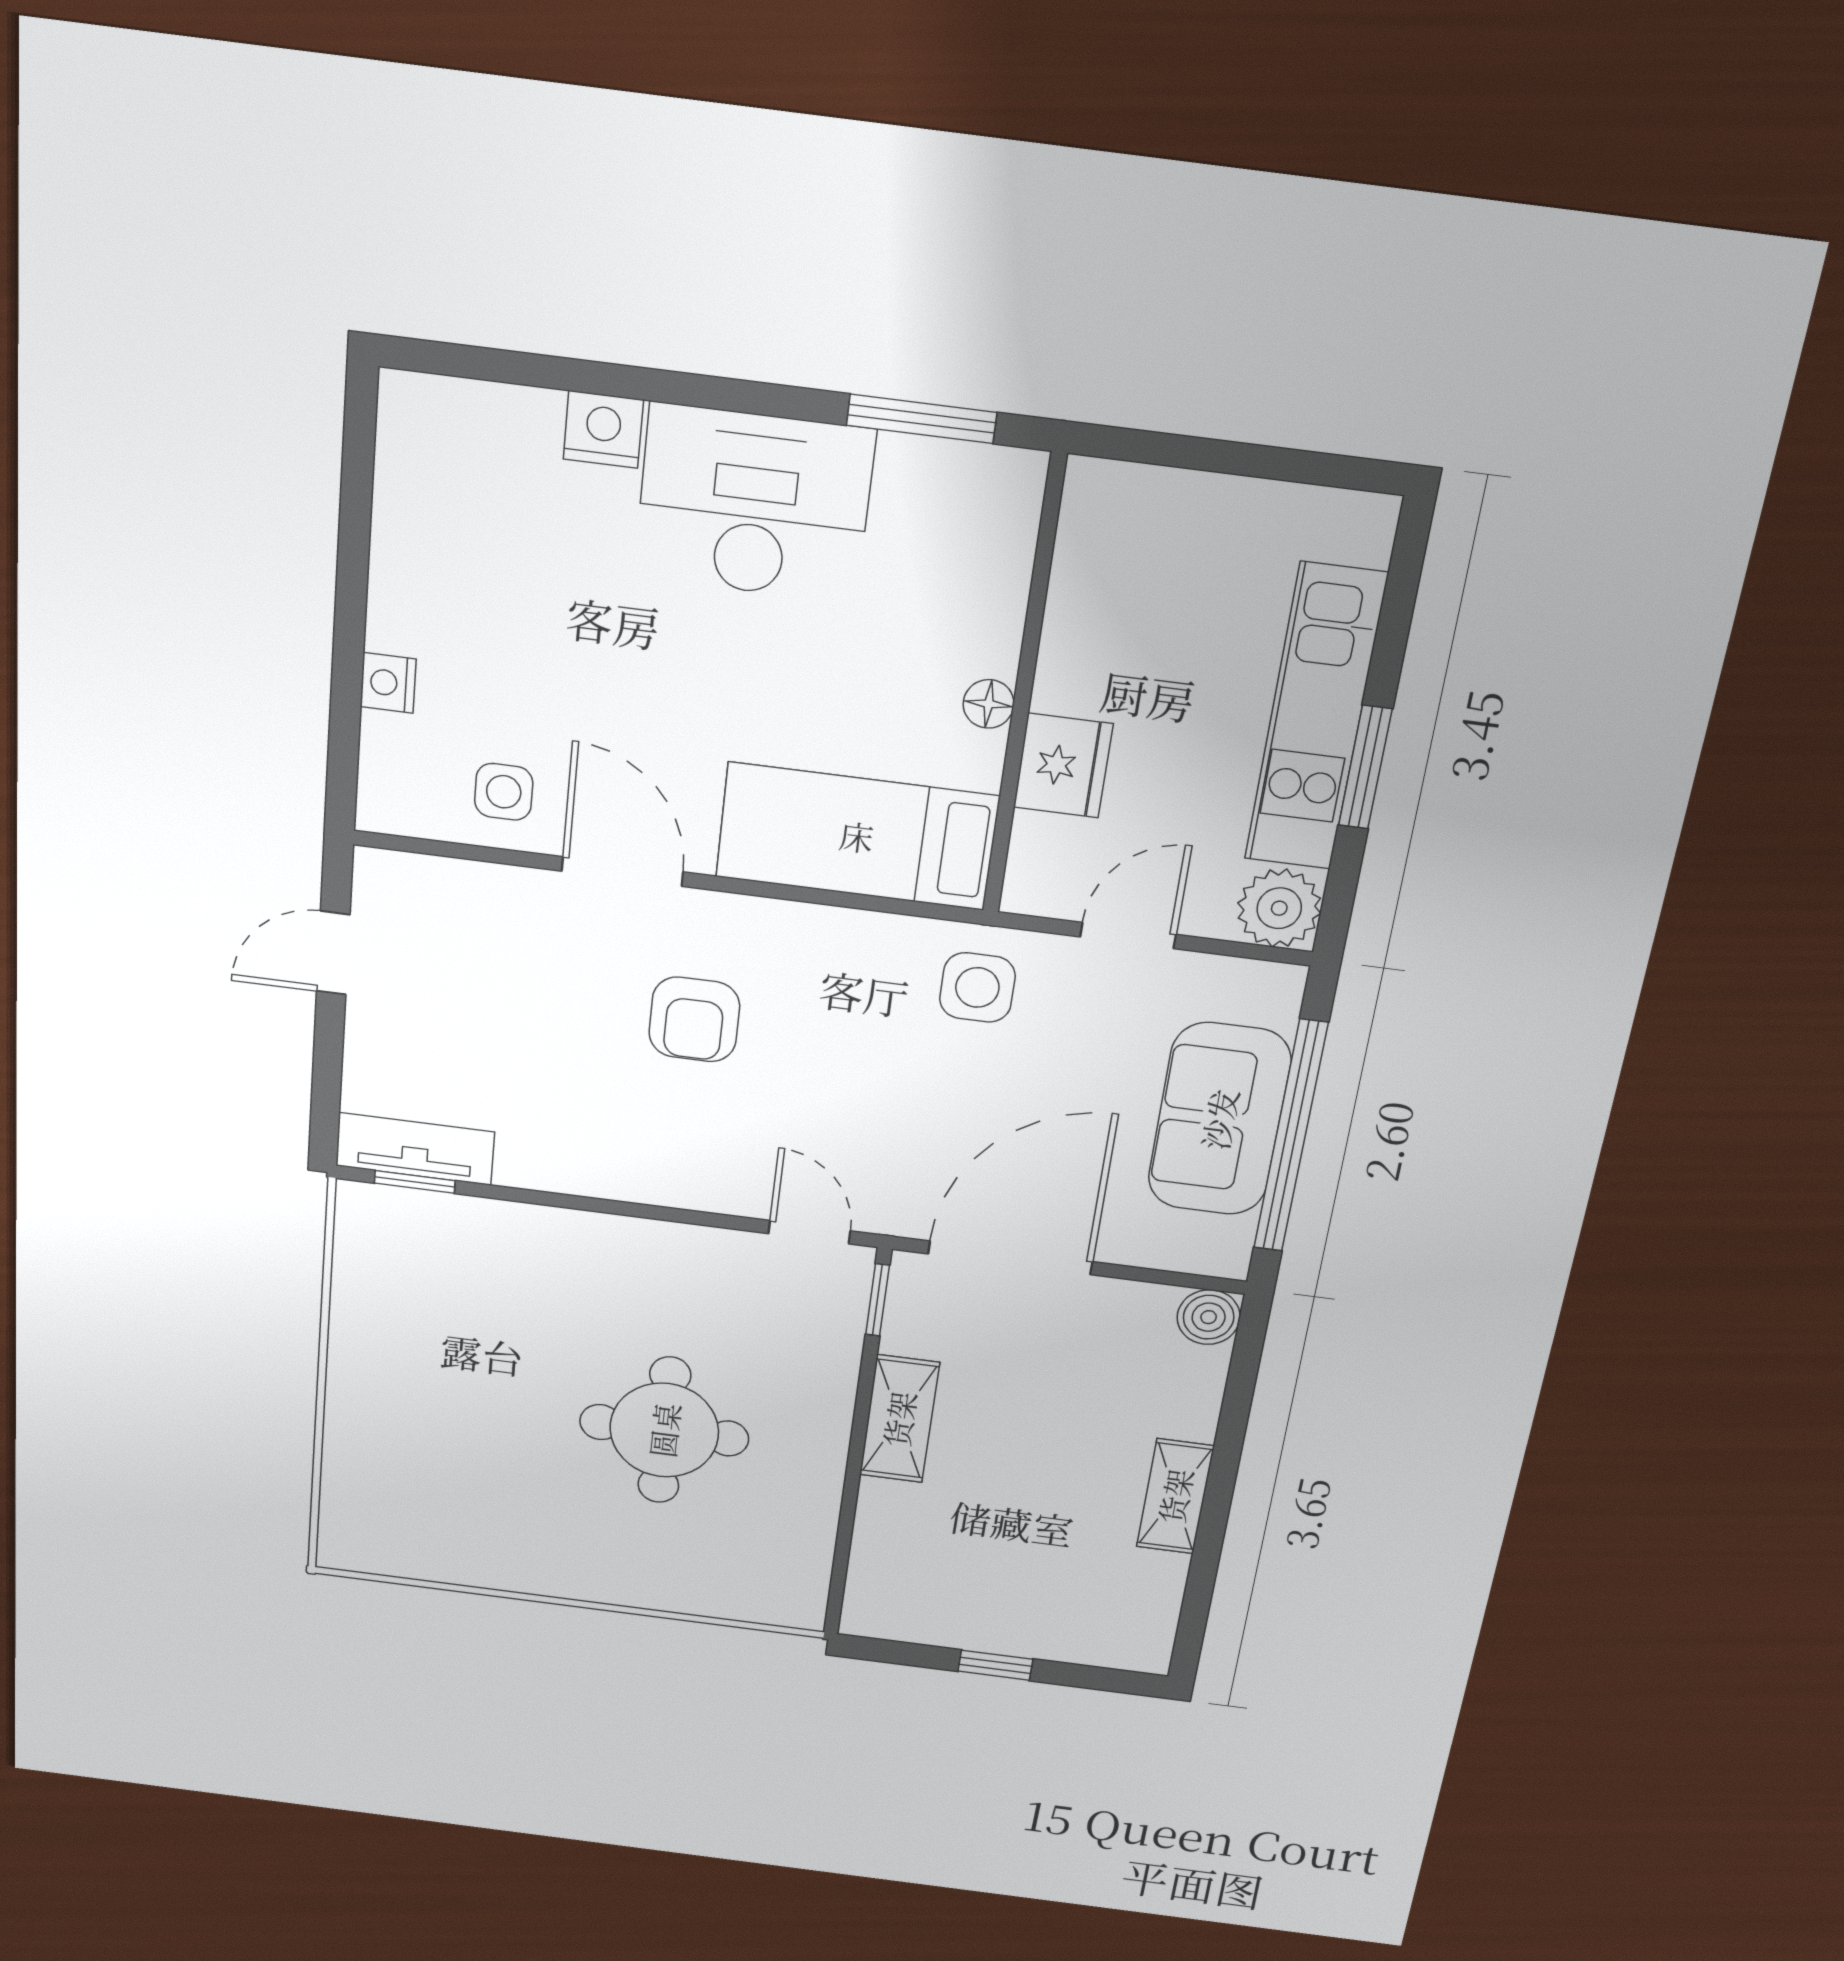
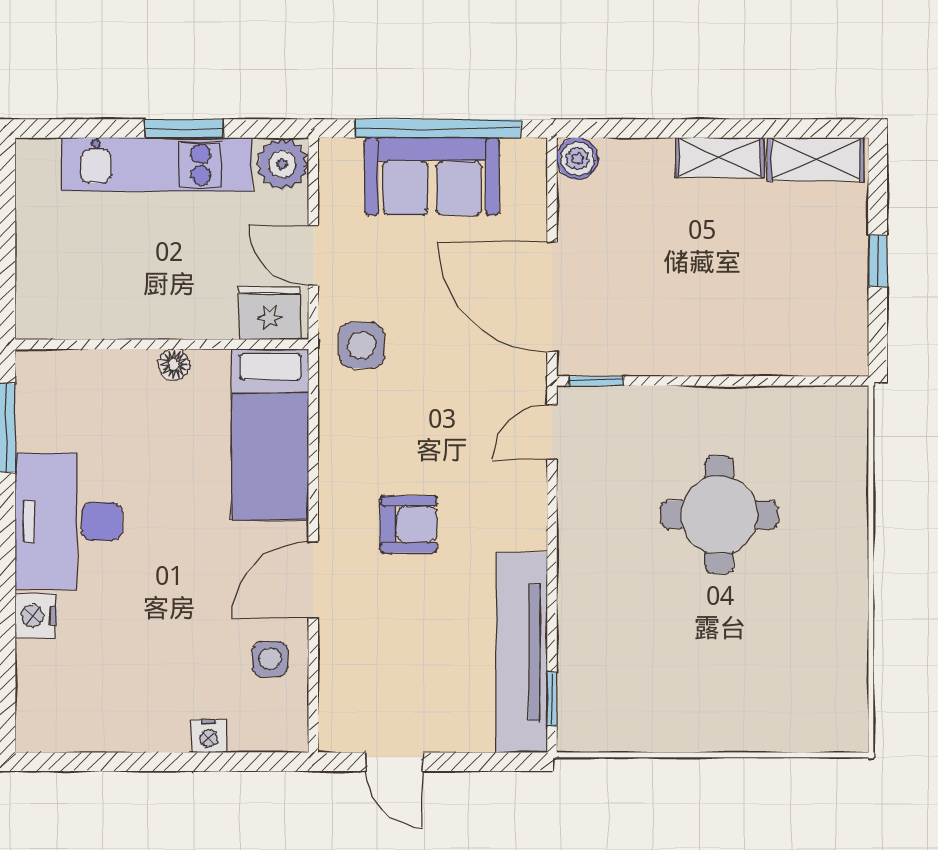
fridge: (1063, 766) -> (270, 313), moved
tv unit: (415, 1149) -> (522, 652), width x1.92, depth x1.29
shelving: (899, 1419) -> (816, 159), moved

